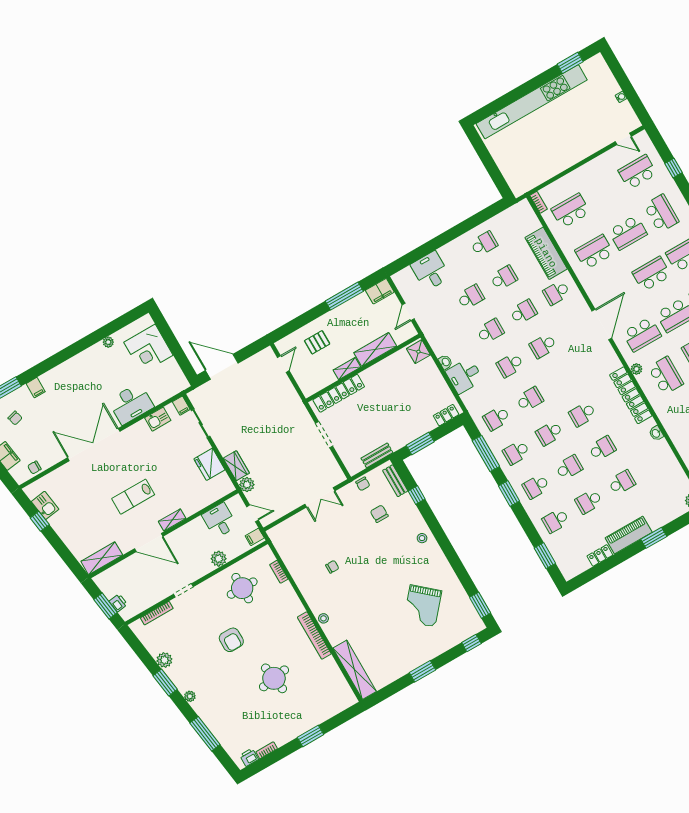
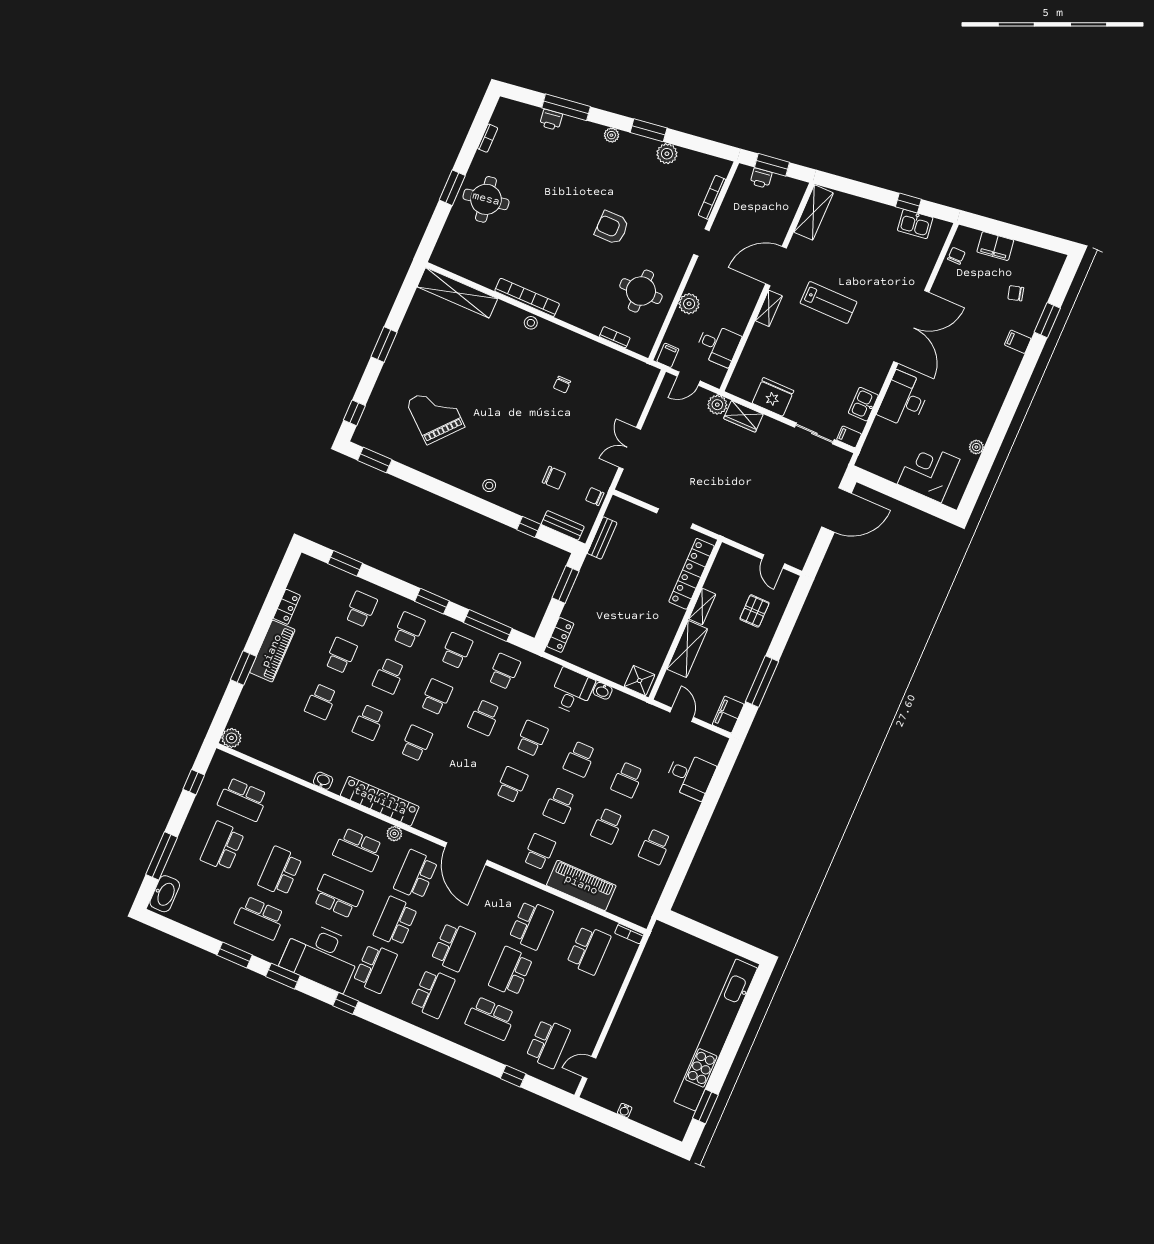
lab bench: (133, 497) -> (829, 302), turned 90
round table: (274, 678) -> (486, 199), moved
printer: (249, 757) -> (551, 120), moved, turned 82

